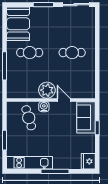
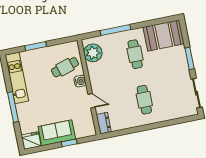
plant: (47, 90) -> (93, 53), moved
dresser: (86, 93) -> (104, 123), added
door: (64, 100) -> (92, 101), hinge flipped
sofa: (86, 117) -> (57, 133), moved

